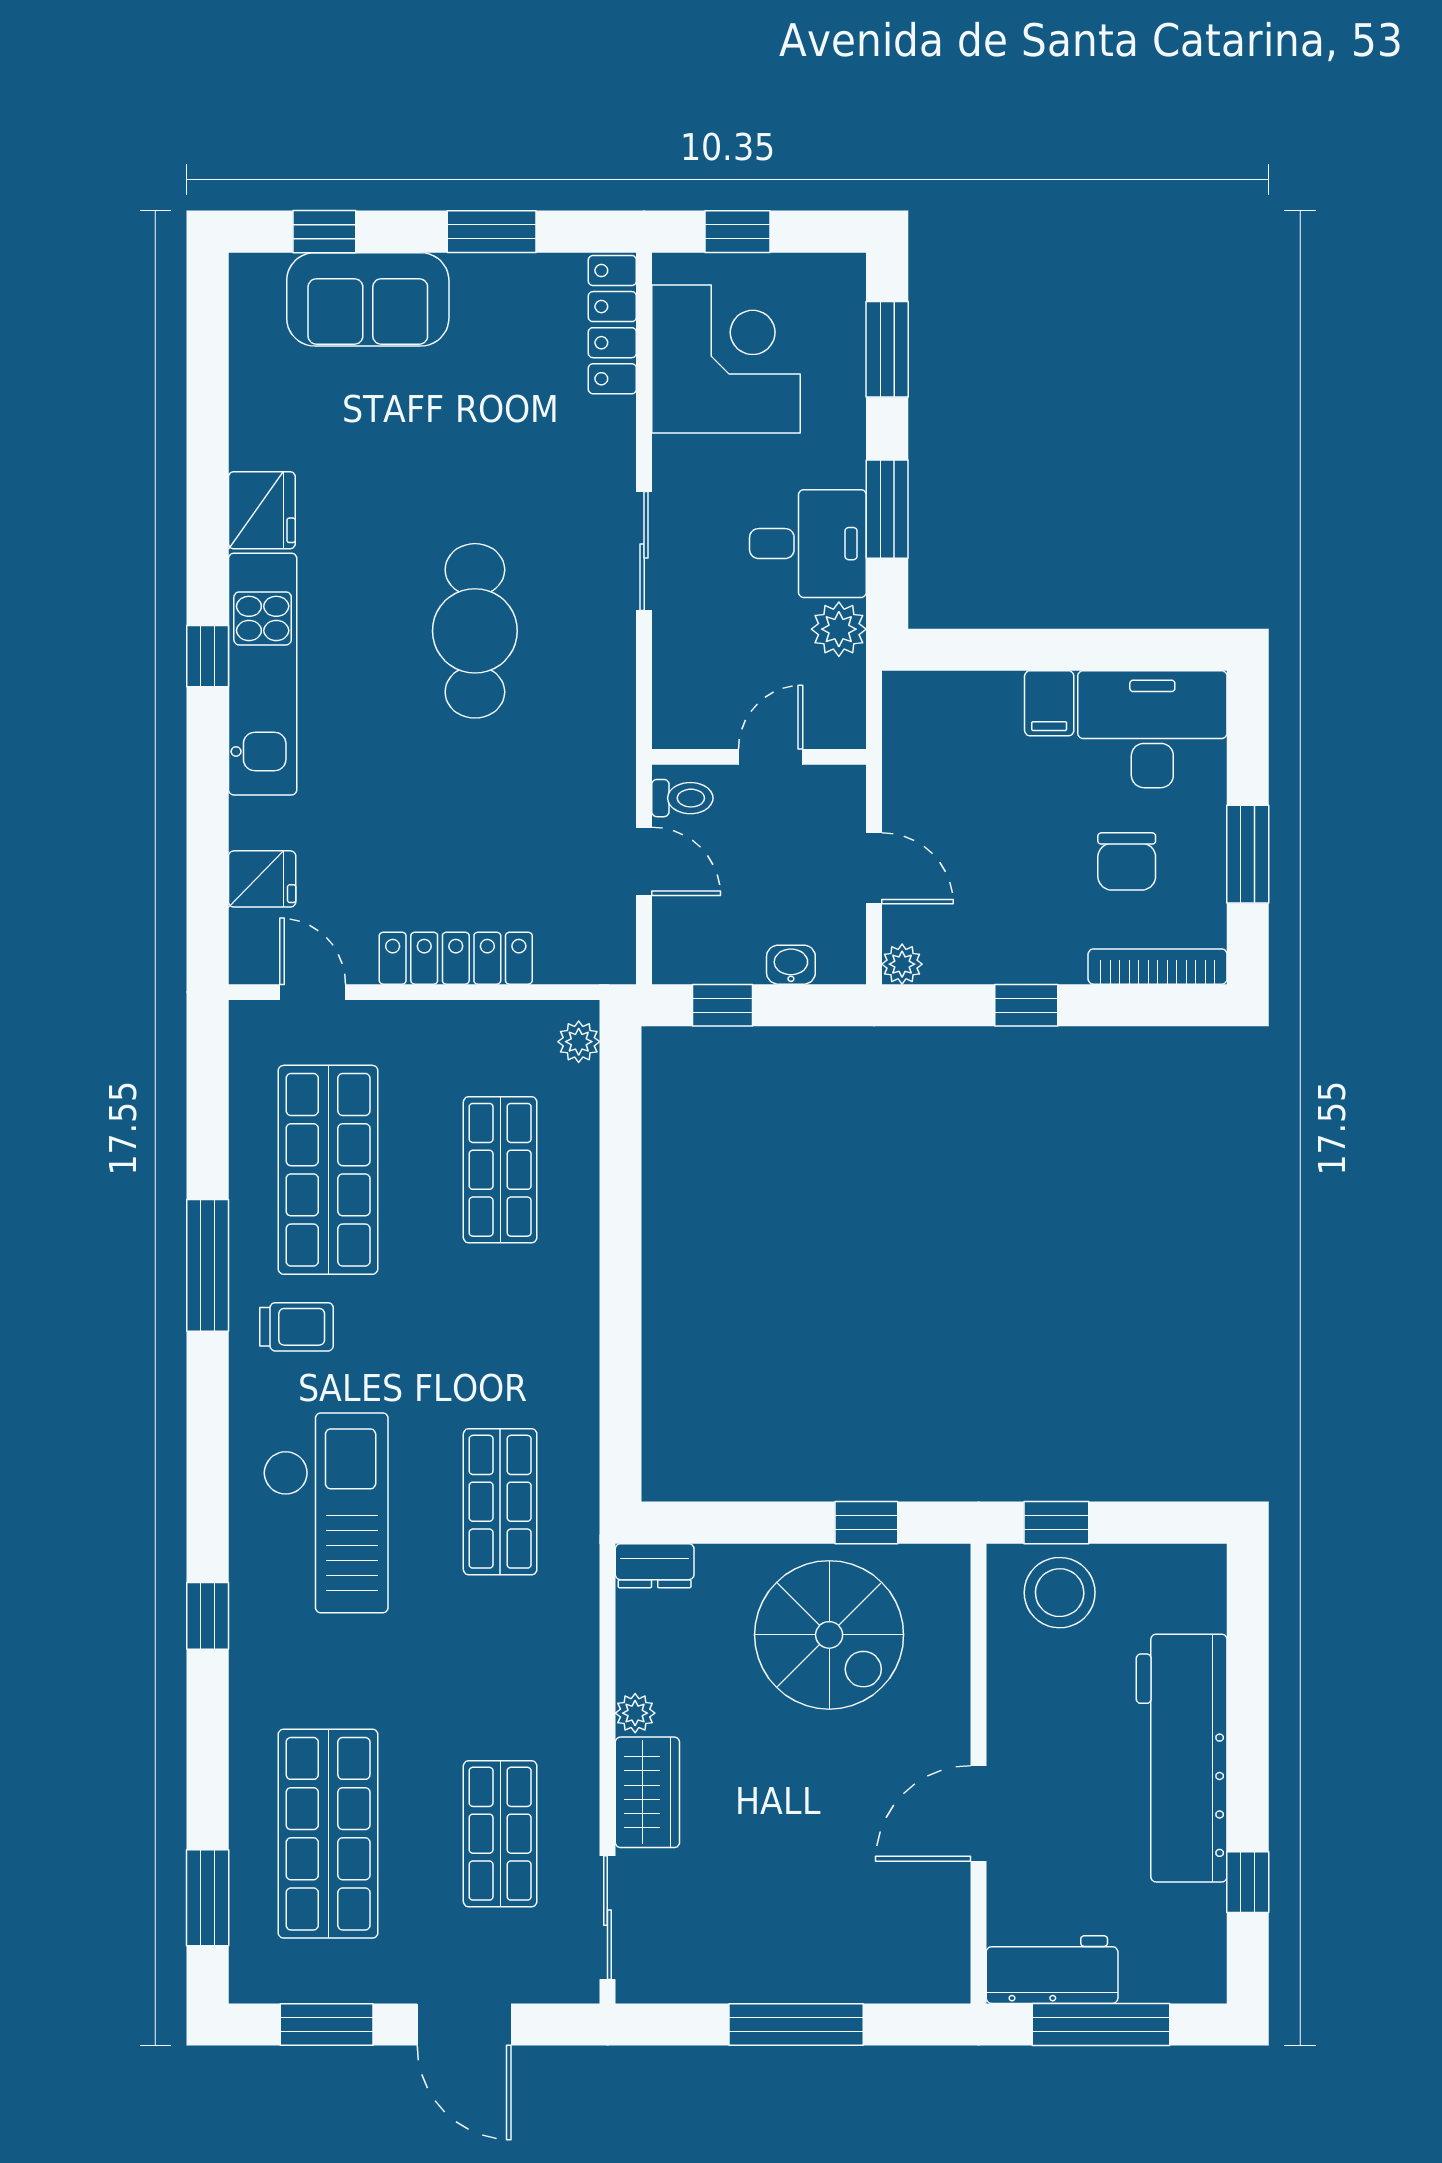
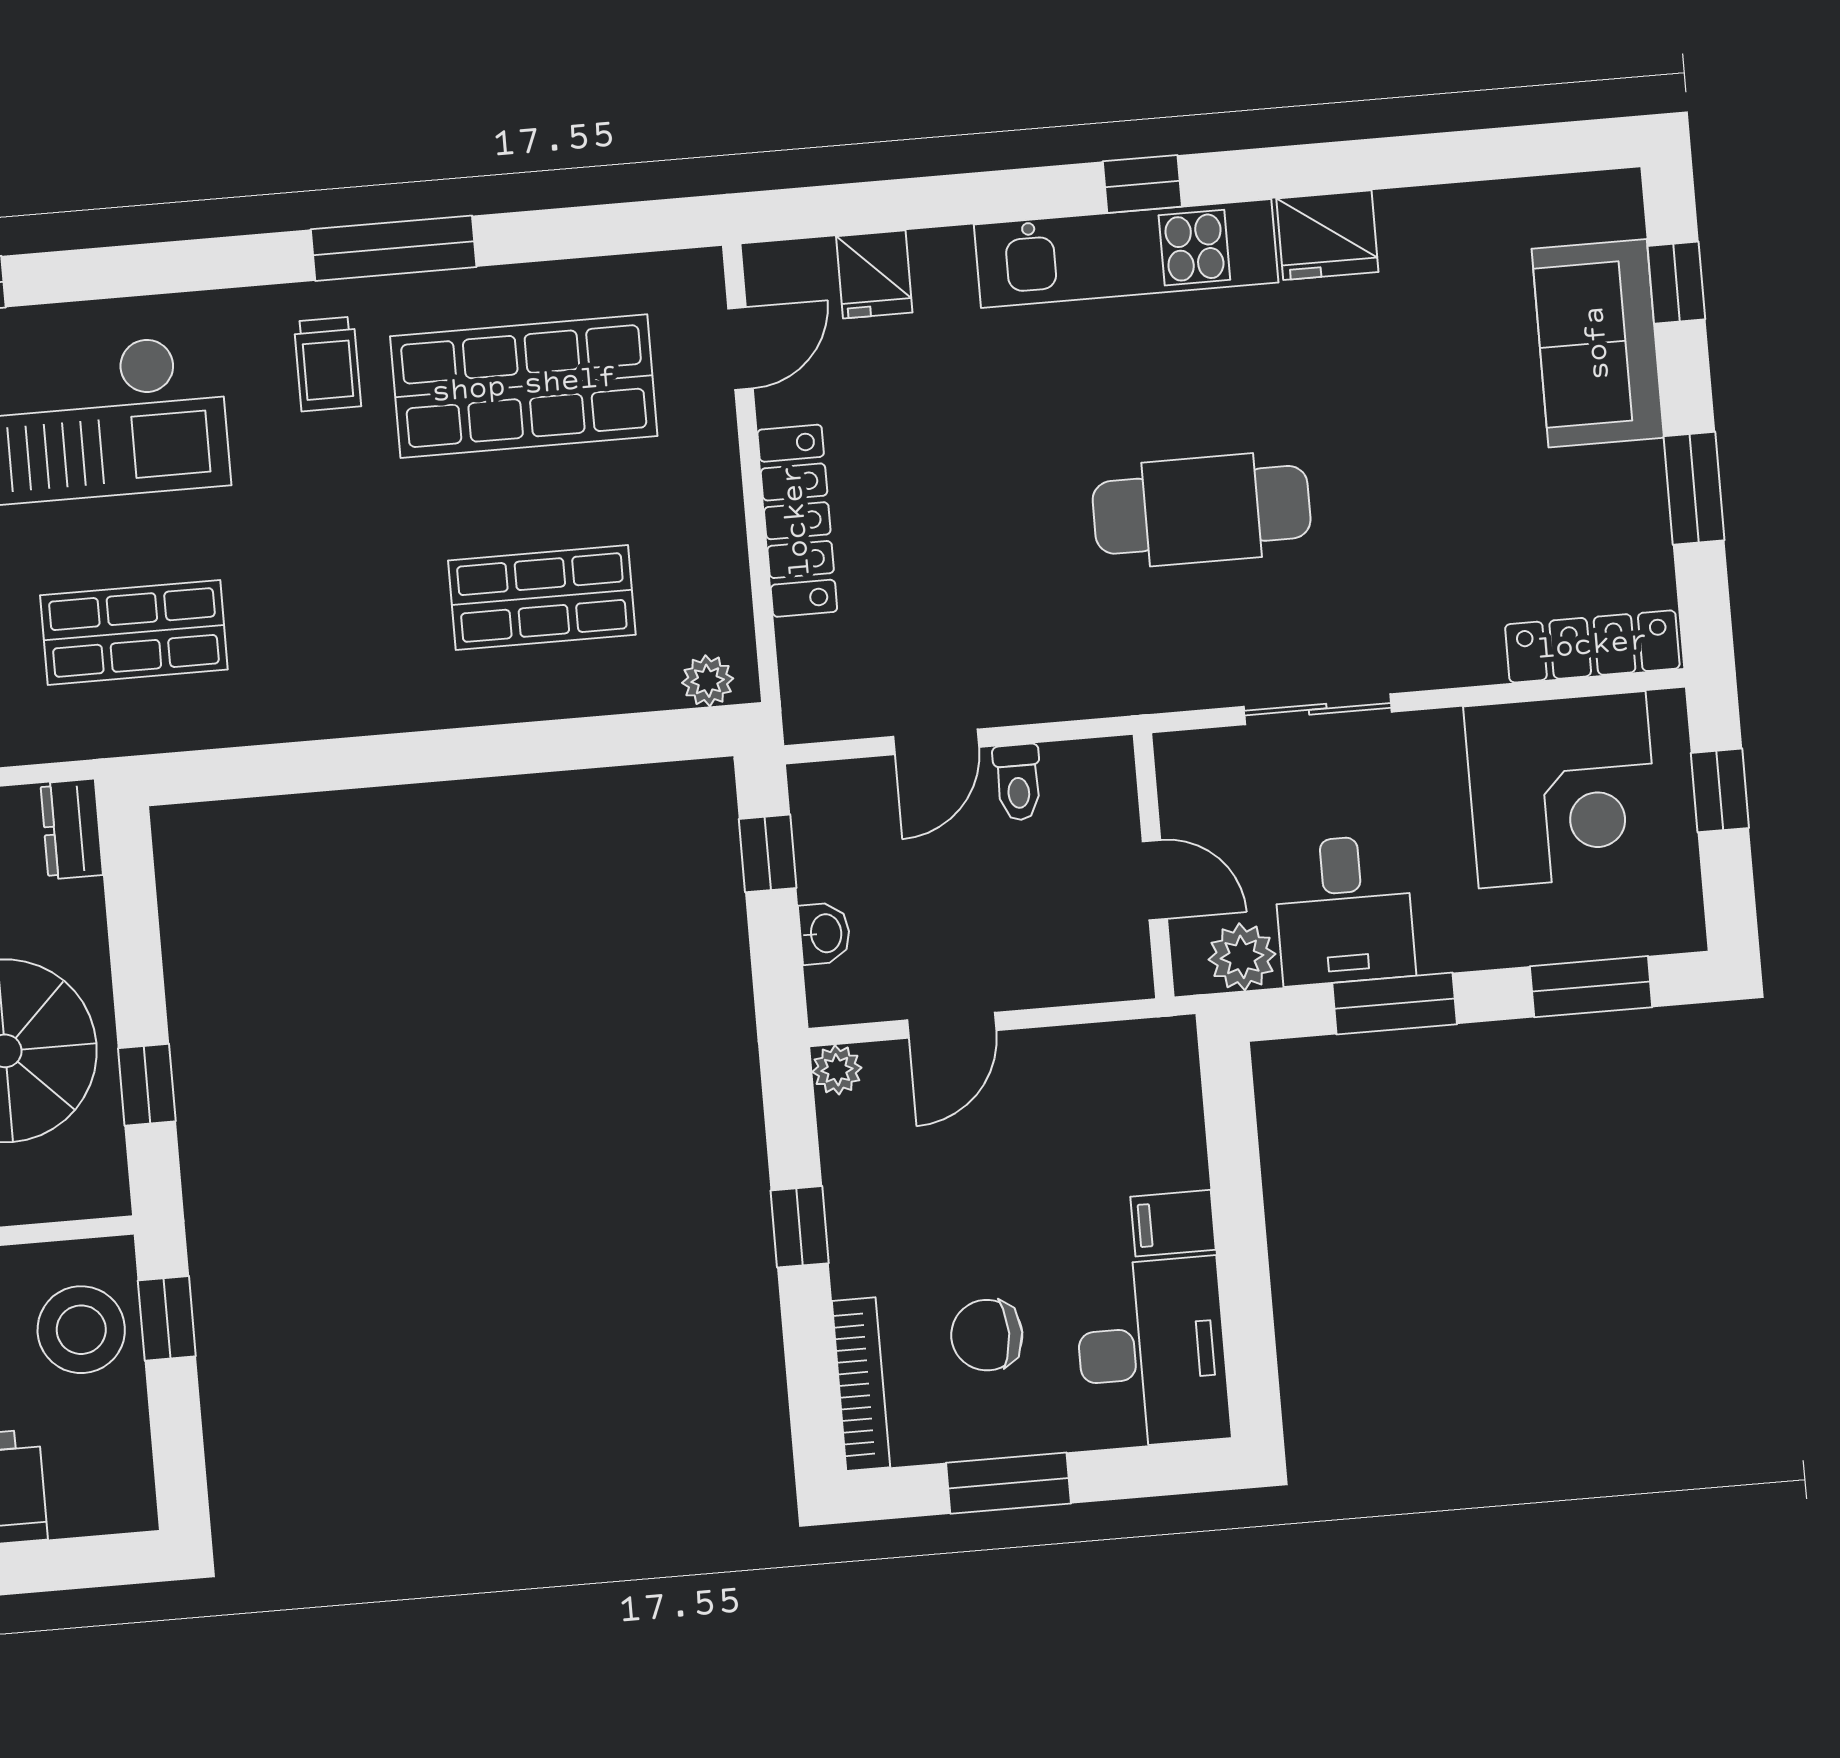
wall: (759, 757) -> (1154, 866), moved
door: (771, 757) -> (1155, 880), moved

